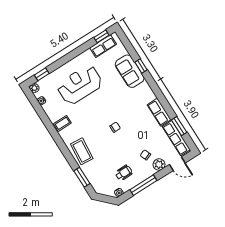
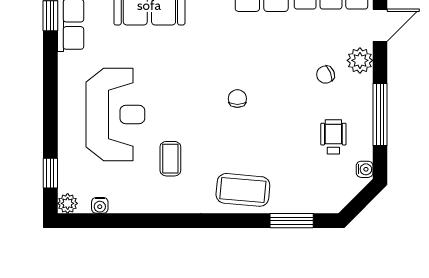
reception desk: (80, 85) -> (115, 115), turned 180
coffee table: (62, 123) -> (170, 159), moved

